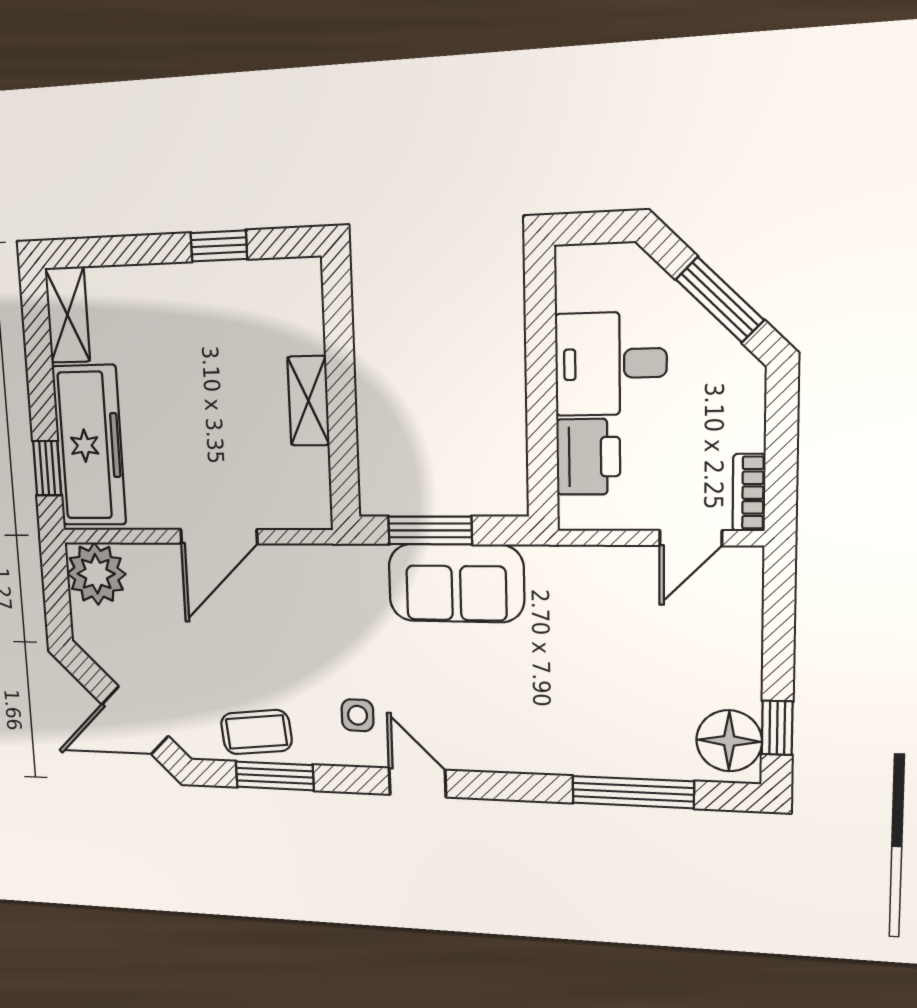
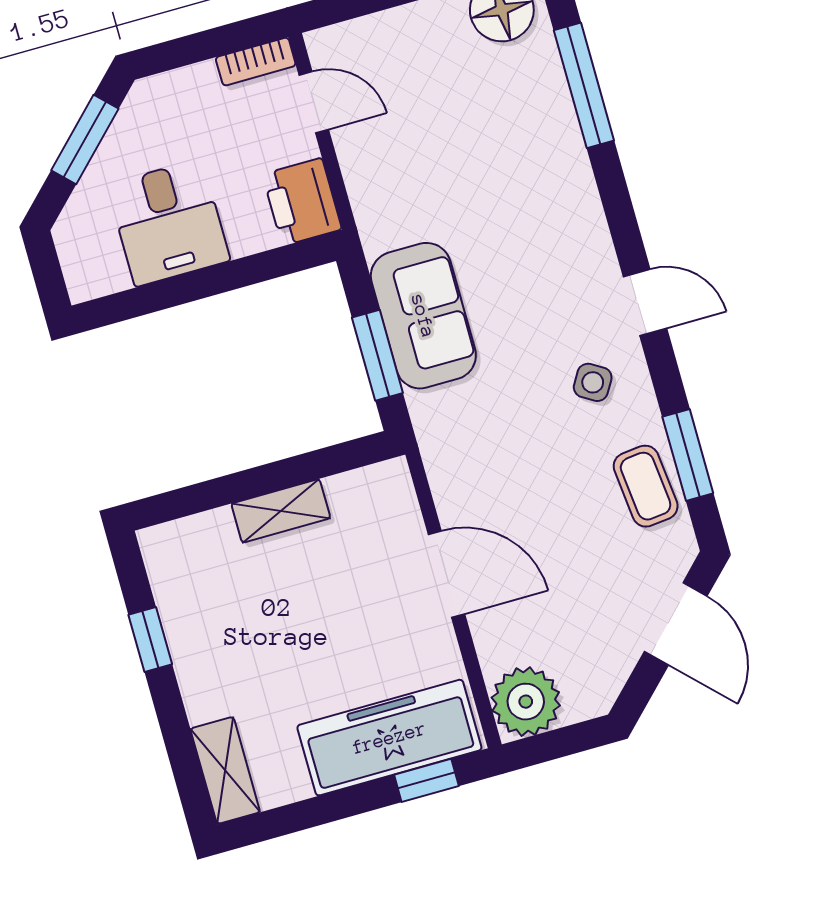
shelving: (67, 315) -> (225, 770), moved, turned 90
printer: (588, 457) -> (302, 202), moved, turned -90
side table: (358, 715) -> (593, 382), turned 30
door: (417, 782) -> (645, 302), swing flipped

